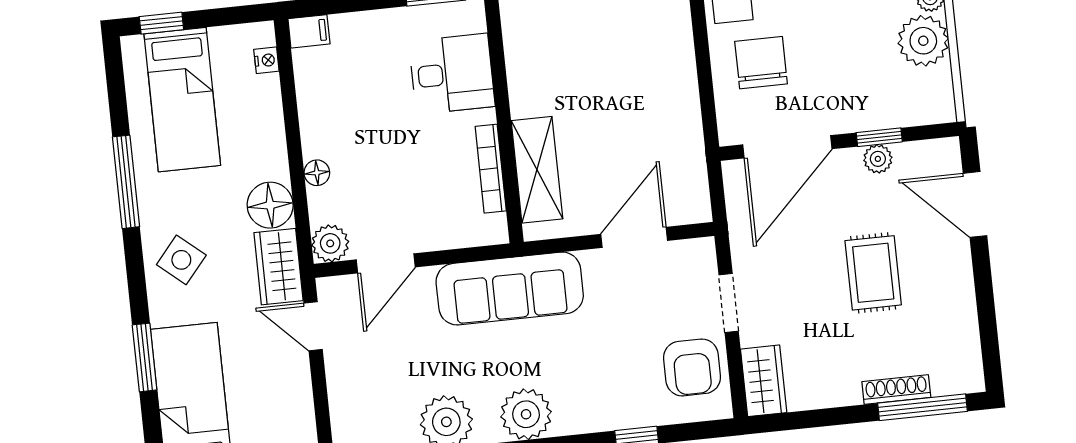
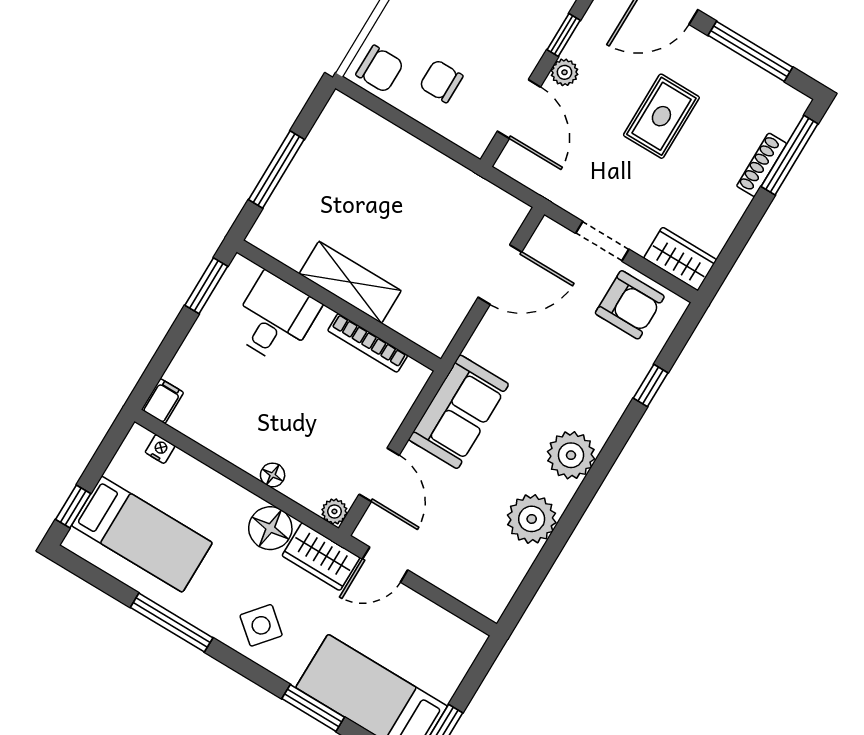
chair: (761, 63) -> (441, 81), width x0.73, depth x0.73
door: (787, 147) -> (519, 109), width x0.73
plant: (878, 159) -> (564, 72), moved
shelving: (537, 170) -> (350, 282), moved
door: (634, 237) -> (500, 275), swing flipped
plant: (330, 243) -> (334, 511), width x0.73, depth x0.73
rug: (873, 273) -> (661, 116), turned 90
sofa: (510, 289) -> (459, 412), width x0.73
window: (986, 307) -> (750, 51), added

